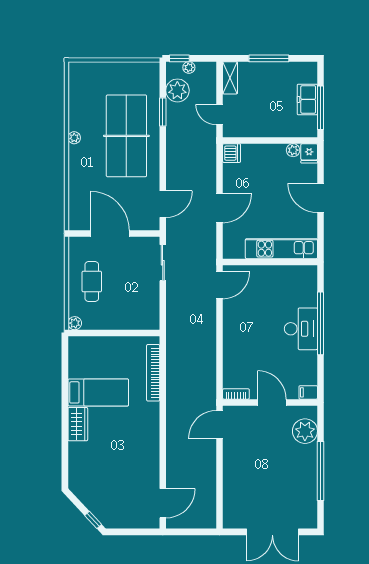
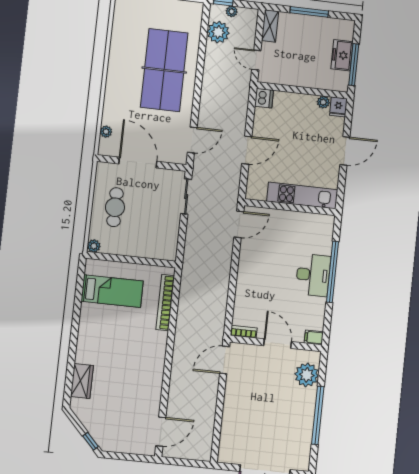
window: (163, 112) -> (202, 51), removed
plant: (74, 138) -> (106, 132), moved
door: (321, 198) -> (345, 151), swing flipped
bed: (98, 392) -> (112, 291), moved
wardrobe: (78, 424) -> (82, 381), moved

